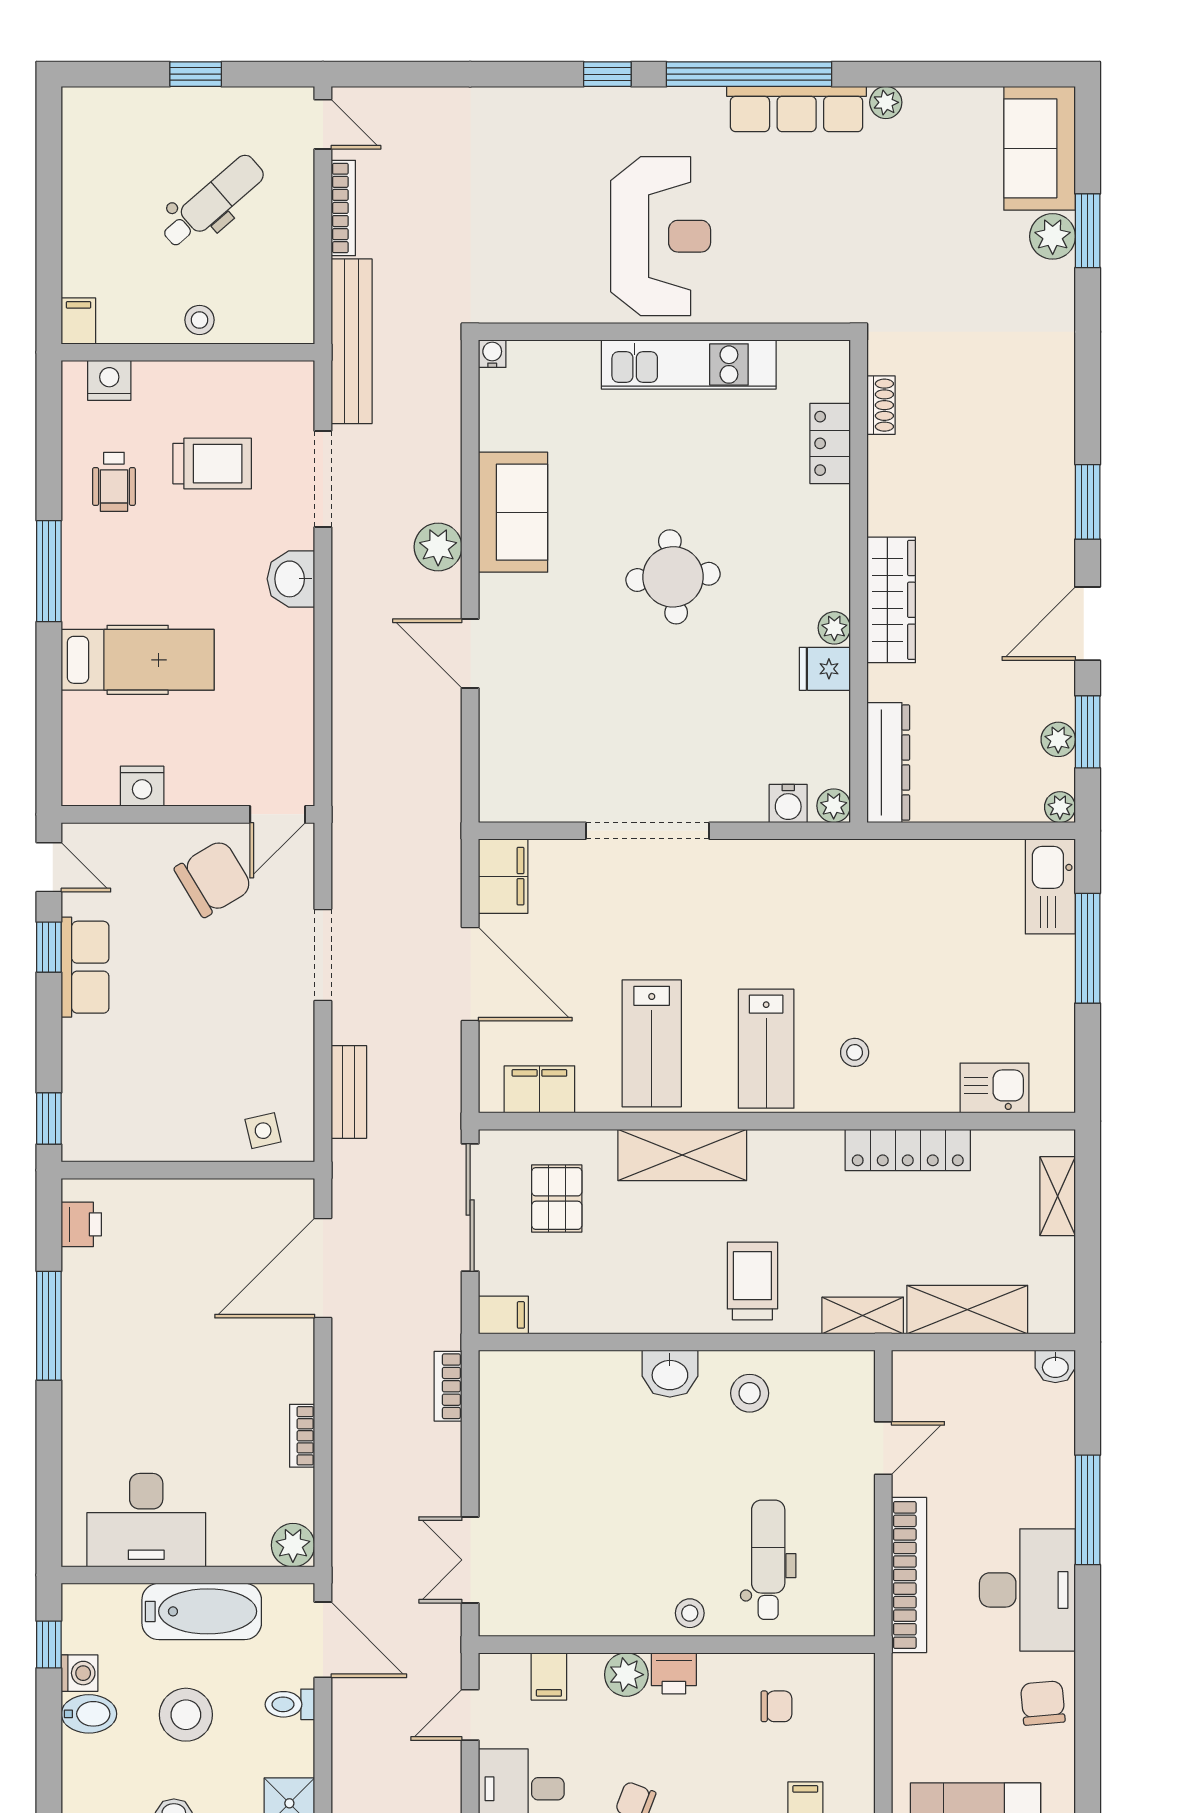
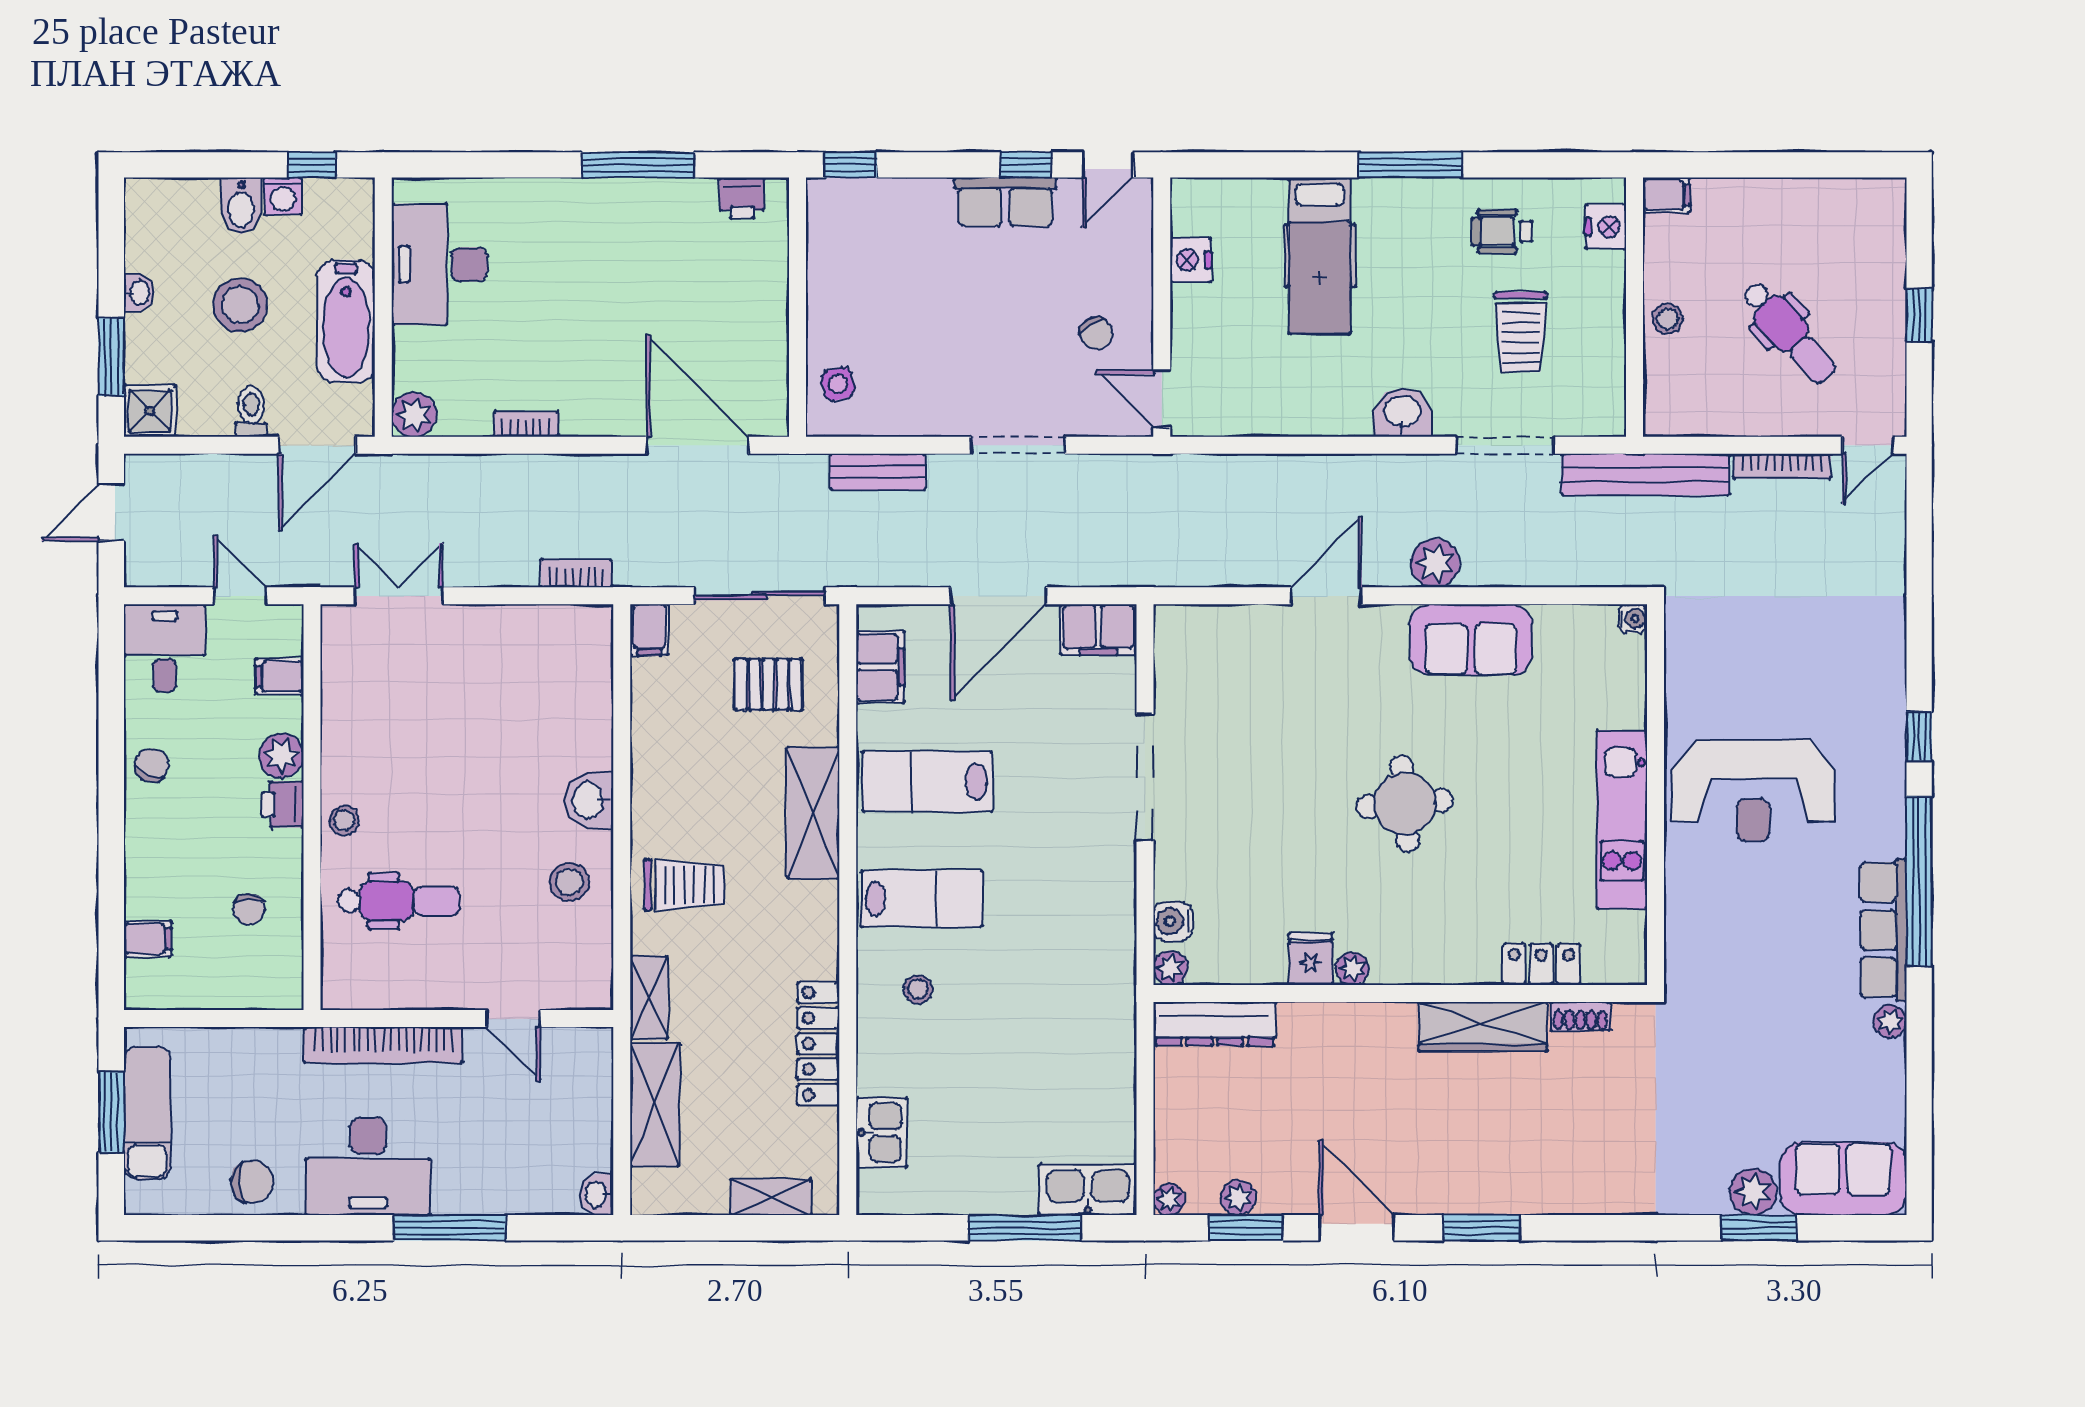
wardrobe: (891, 600) -> (1483, 1027), moved
chair: (213, 878) -> (1096, 333), width x0.54, depth x0.54
lab bench: (766, 1049) -> (922, 899), turned 180

